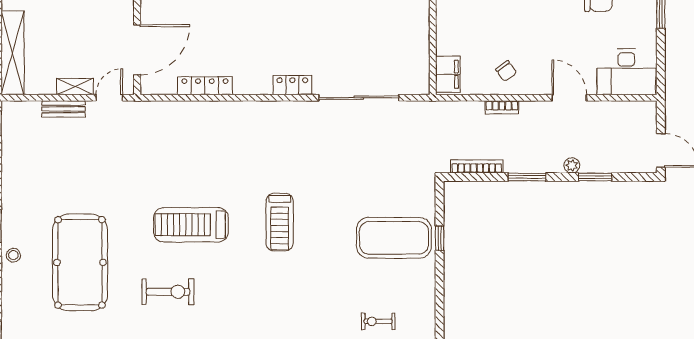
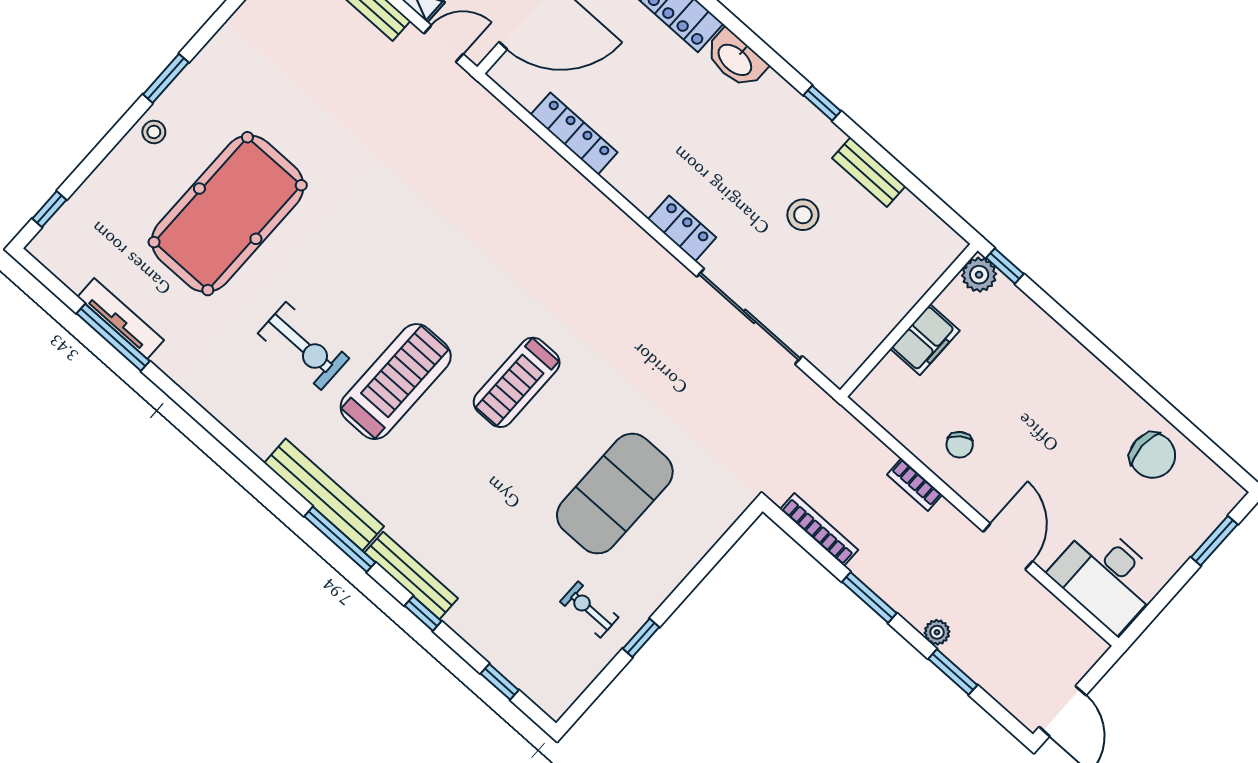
stool: (342, 30) -> (803, 215), added
filing cabinet: (448, 74) -> (925, 340), moved
treadmill: (191, 225) -> (396, 382), moved, turned 90
exercise mat: (394, 238) -> (615, 494), moved, turned 90
window: (440, 238) -> (641, 638), moved
exercise bike: (378, 321) -> (589, 610), moved

